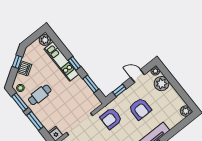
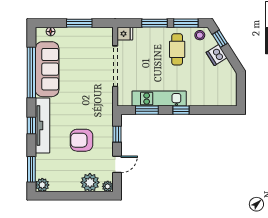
plant: (45, 40) -> (229, 99), removed
kitchen unit: (62, 61) -> (159, 99), moved
window: (17, 62) -> (220, 39), moved
armchair: (111, 119) -> (95, 103), removed
window: (182, 125) -> (31, 169), added

